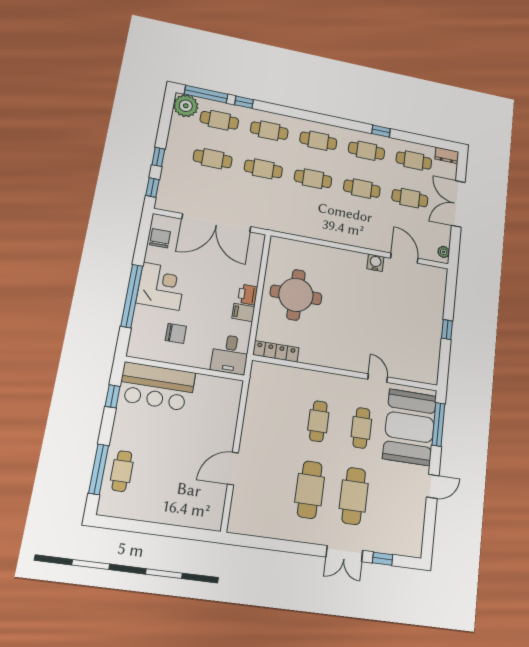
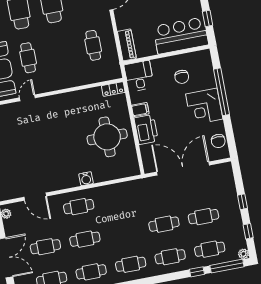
plant: (186, 106) -> (243, 254), width x0.53, depth x0.53
cafe table: (313, 179) -> (79, 207), moved
window: (152, 187) -> (248, 231), moved
water cooler: (375, 263) -> (86, 179), moved
printer: (248, 295) -> (146, 129), width x1.87, depth x1.48
chair: (176, 333) -> (182, 77), turned -90
locker: (276, 351) -> (113, 89), width x0.66
door: (378, 378) -> (27, 98), swing flipped
piano: (231, 399) -> (127, 45), added
cafe table: (318, 421) -> (93, 45), moved

